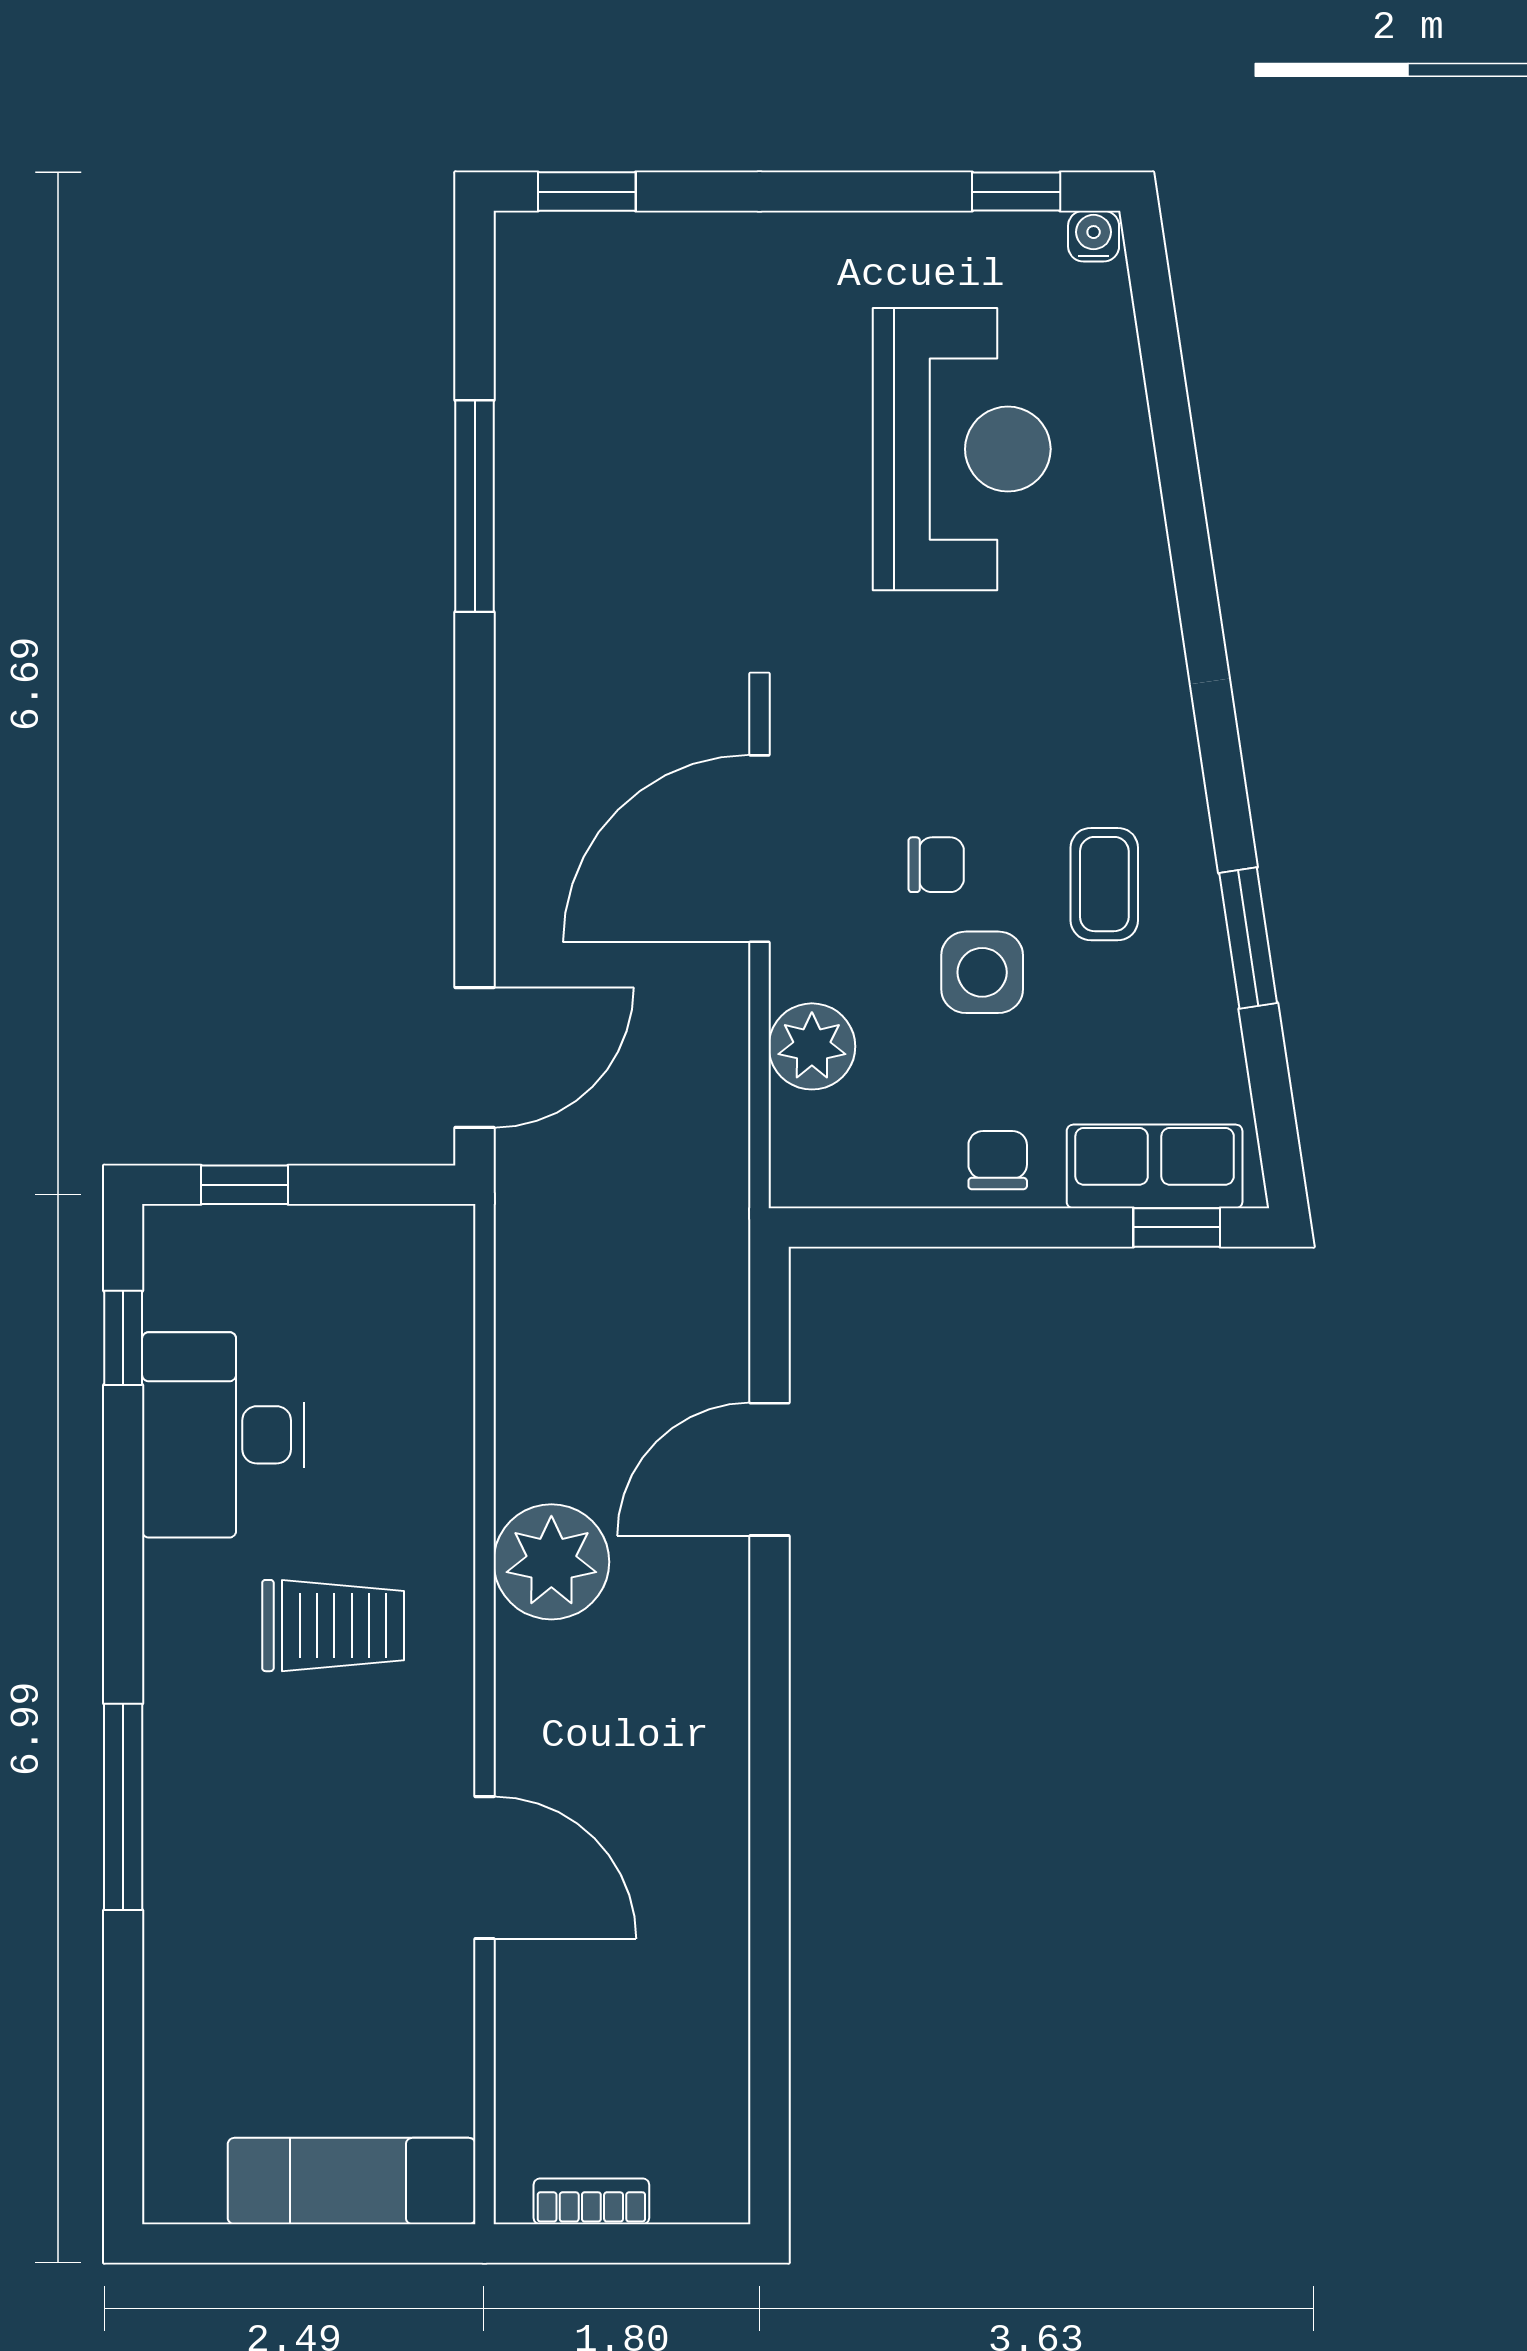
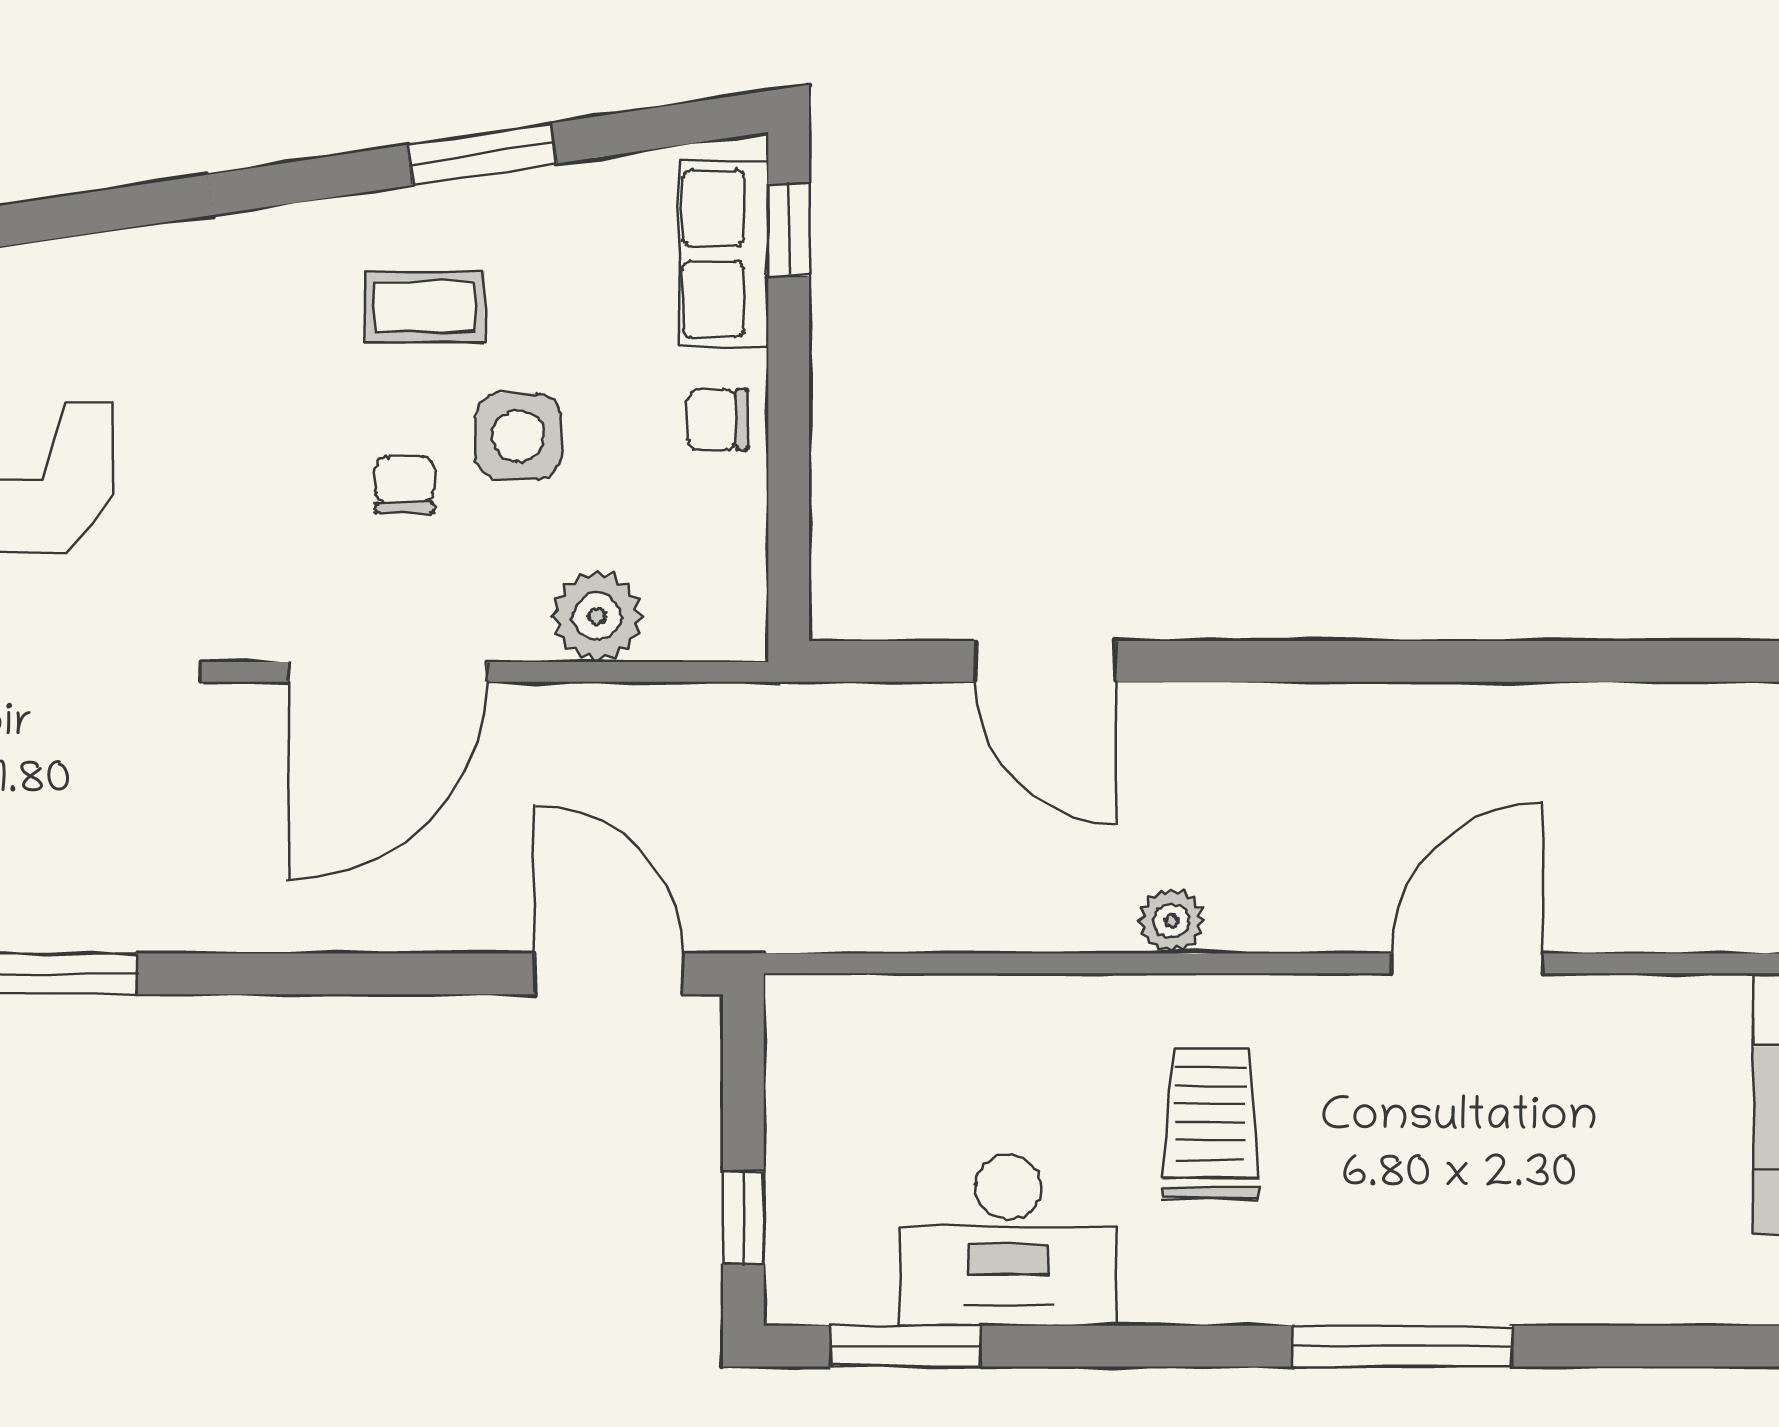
door: (759, 849) -> (387, 672), hinge flipped
window: (123, 1338) -> (906, 1346), width x1.50
plant: (551, 1562) -> (1171, 921), width x0.53, depth x0.53

